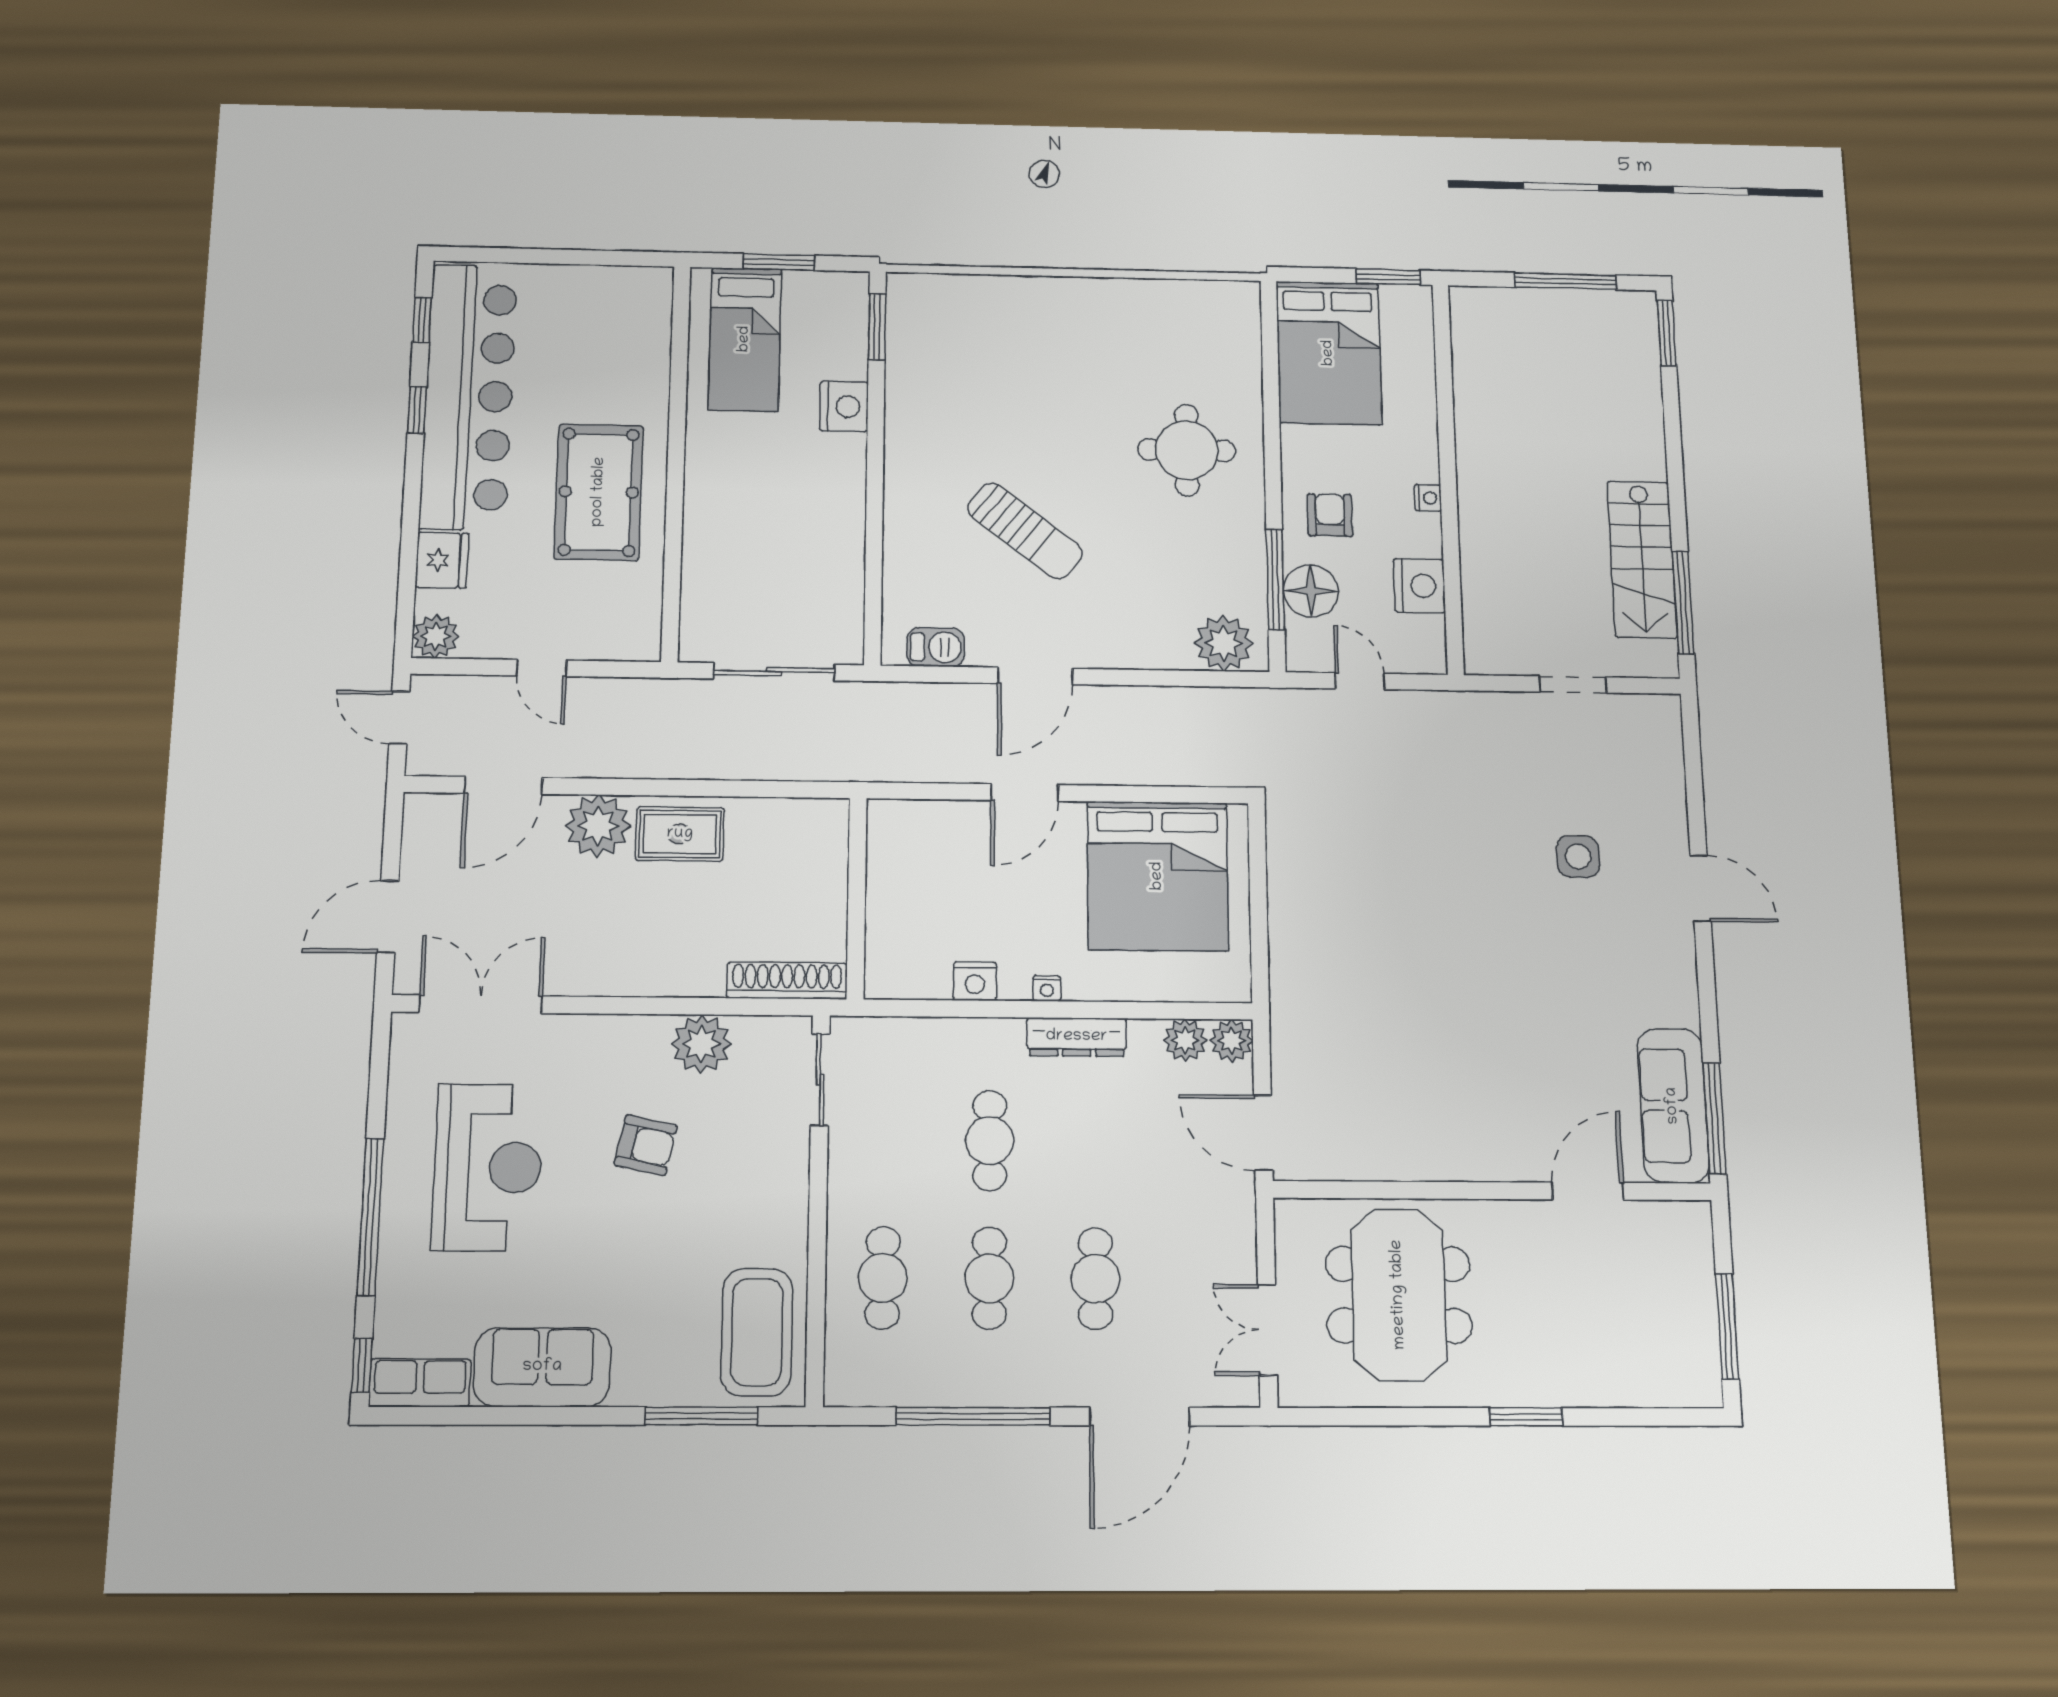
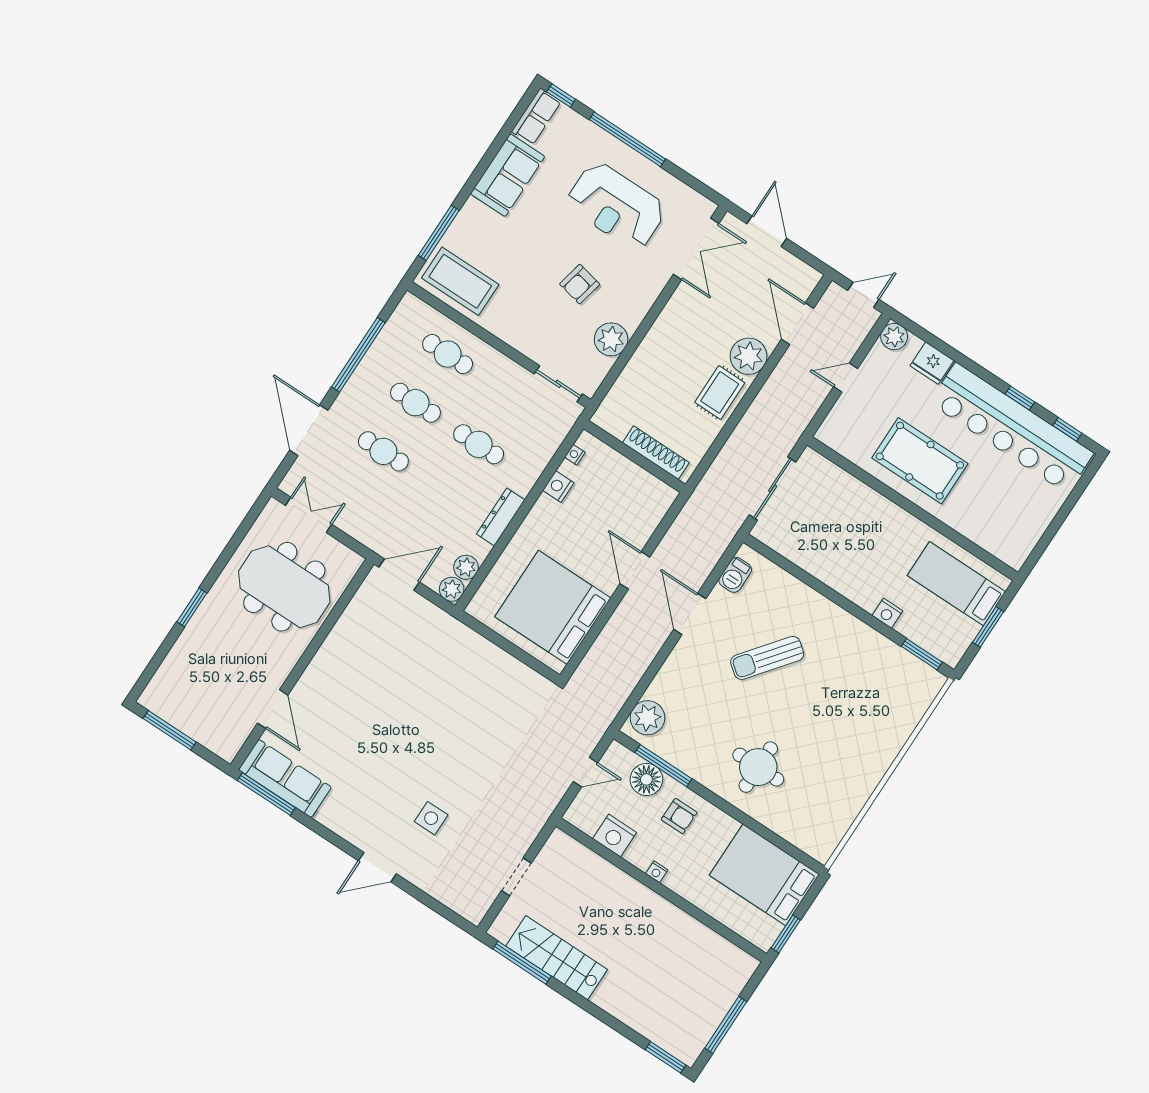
nightstand: (844, 406) -> (887, 613), width x0.74, depth x0.75
shoe rack: (787, 981) -> (656, 453), moved, turned -90
nightstand: (1047, 988) -> (575, 455), moved

